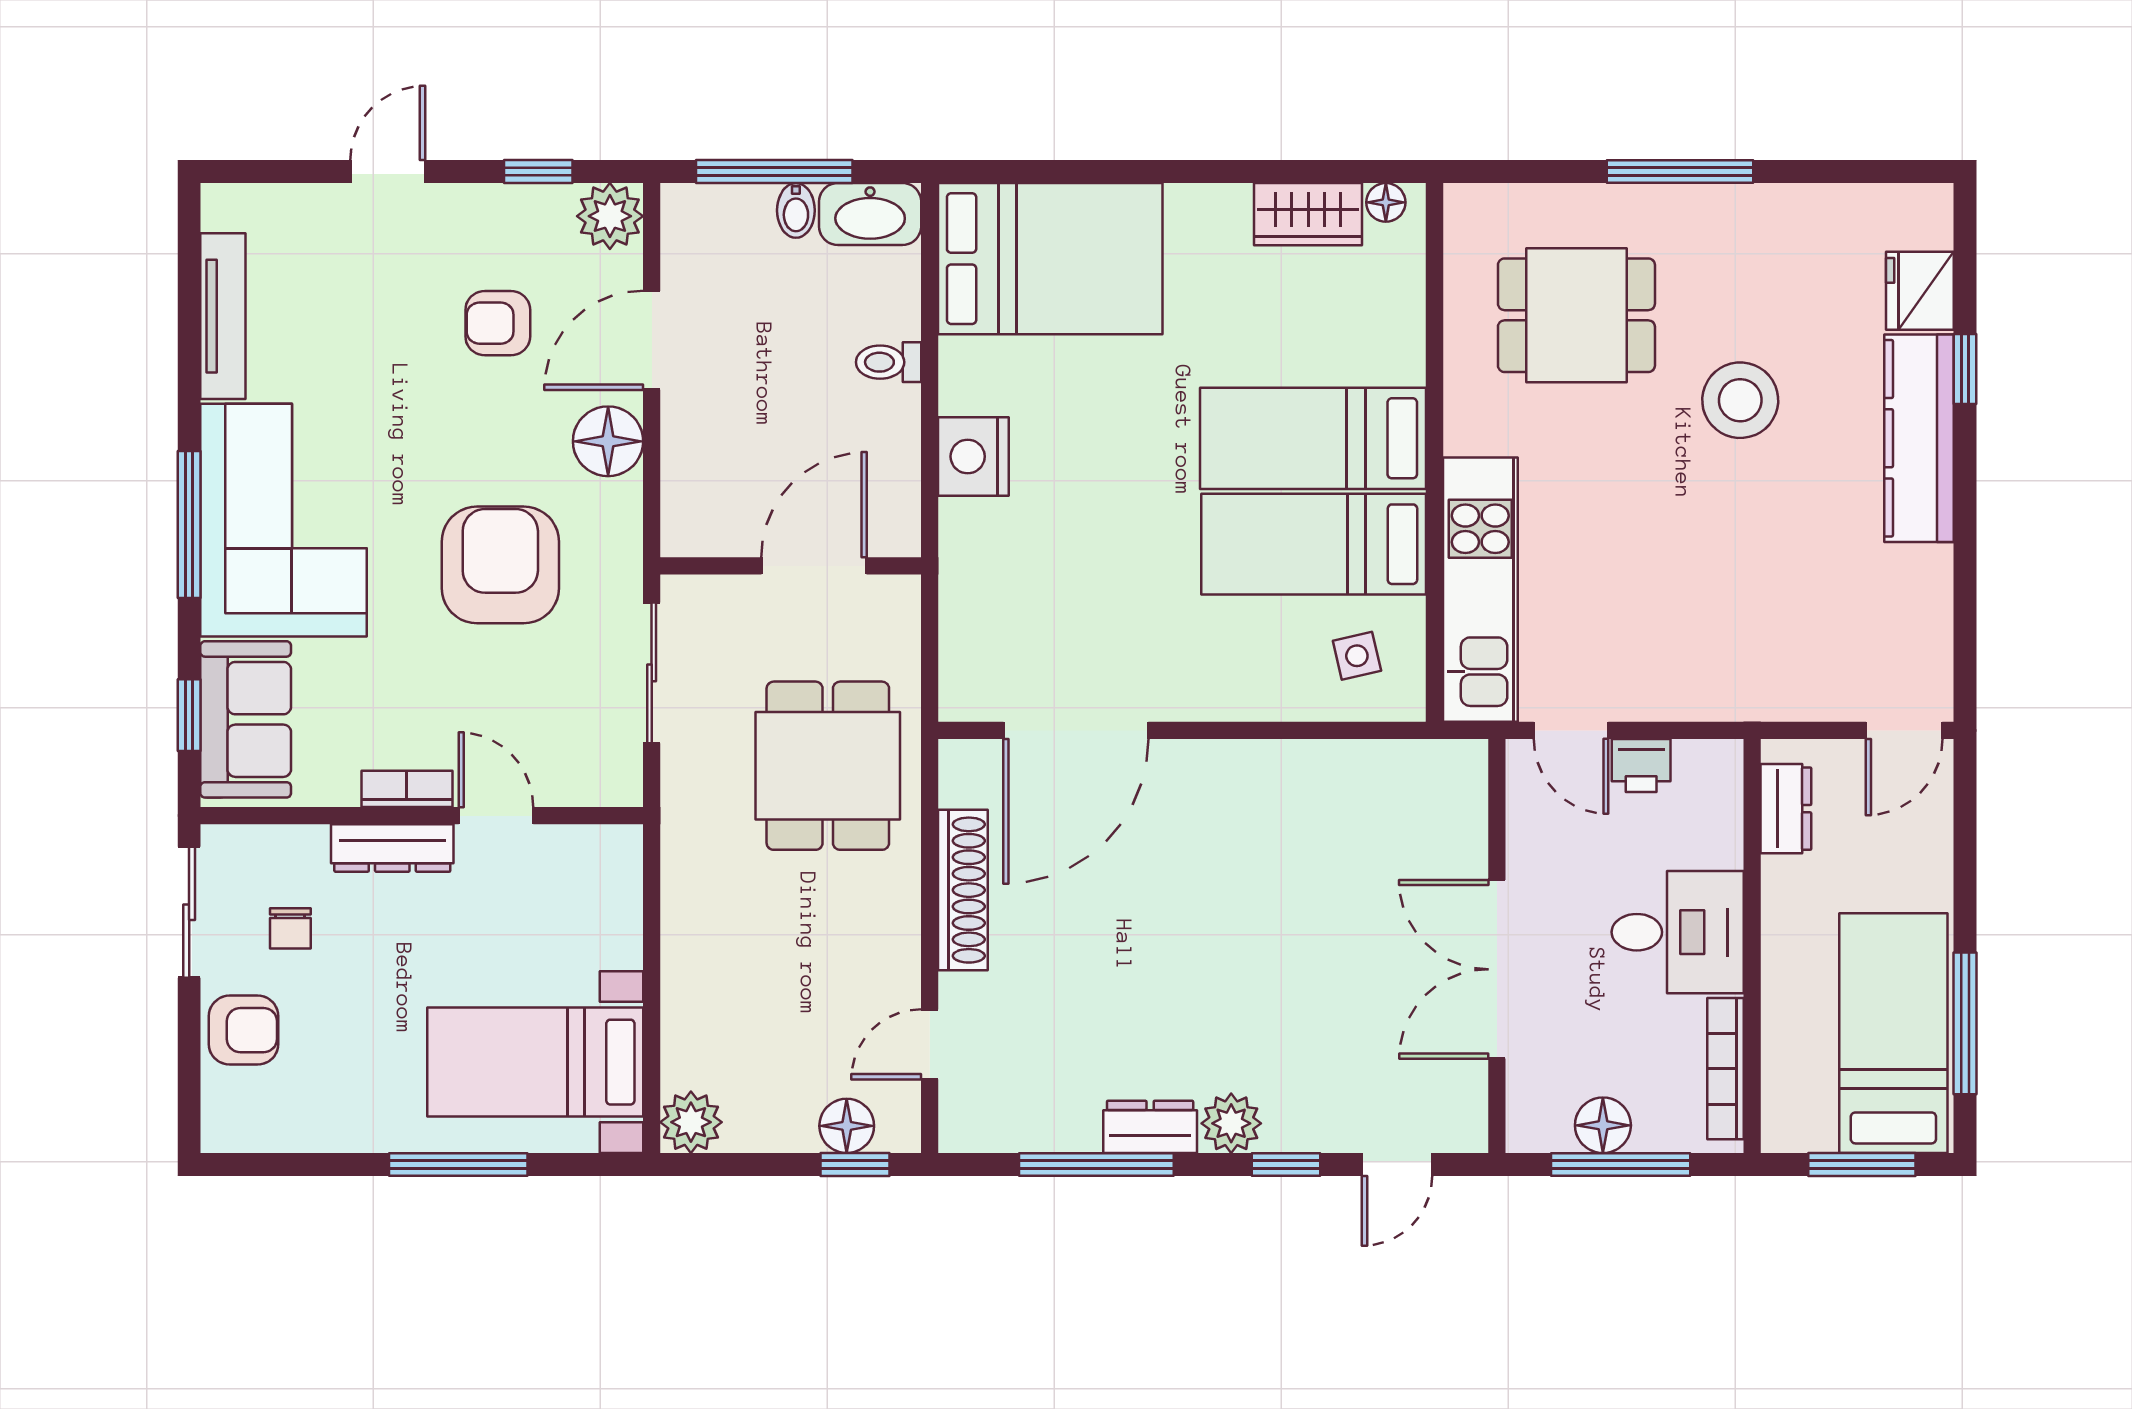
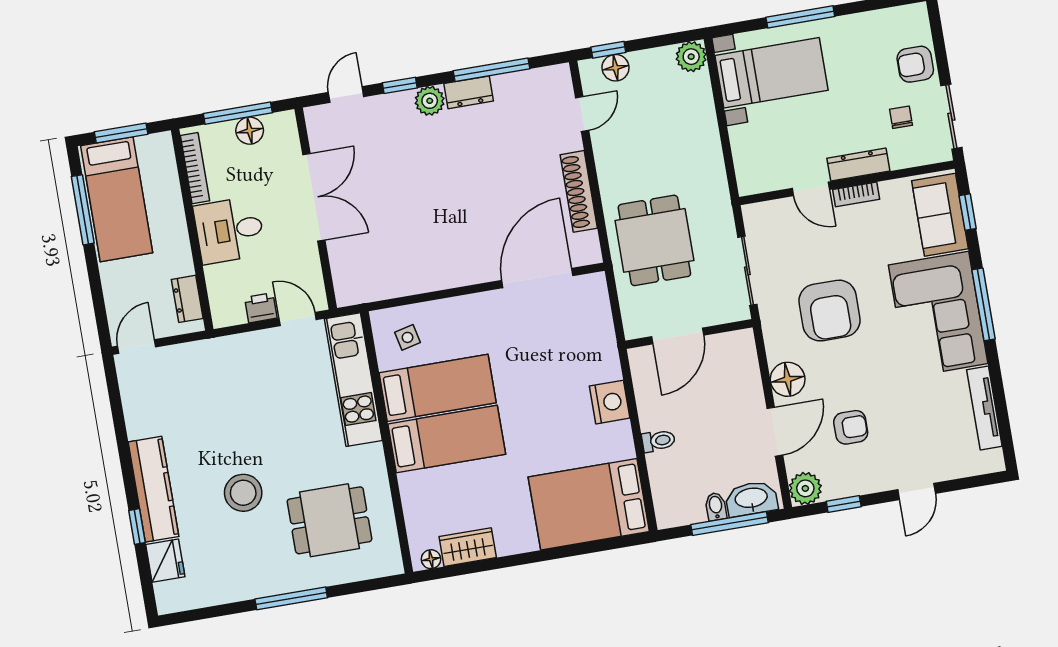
washbasin: (870, 214) -> (751, 499), moved

